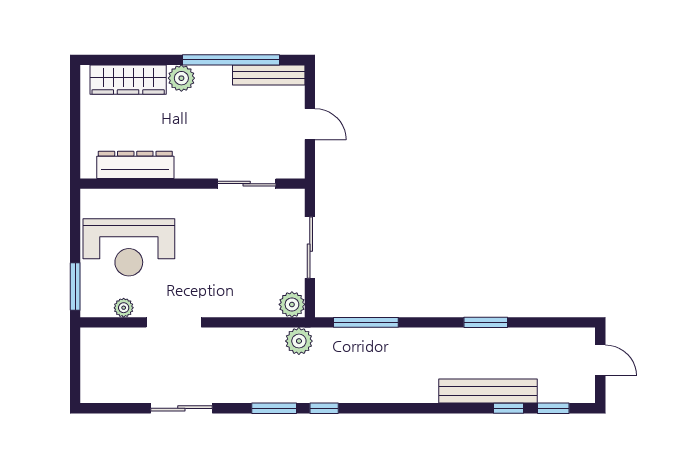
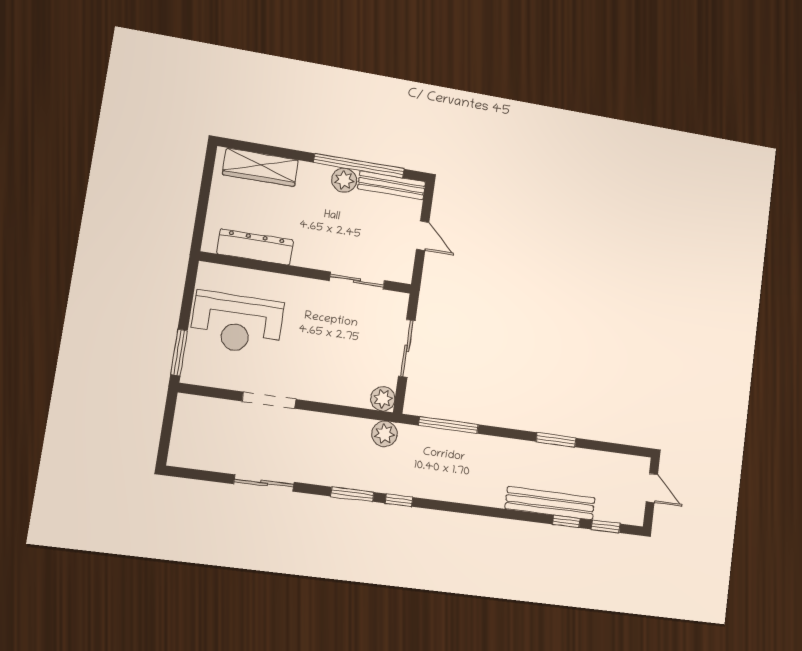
plant: (181, 78) -> (344, 180), moved
plant: (124, 308) -> (223, 379), removed

